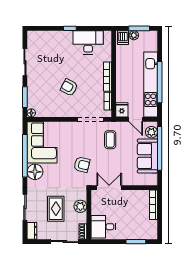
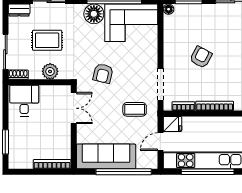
plant: (151, 132) -> (144, 162), removed
sofa: (147, 156) -> (106, 156), width x1.36

